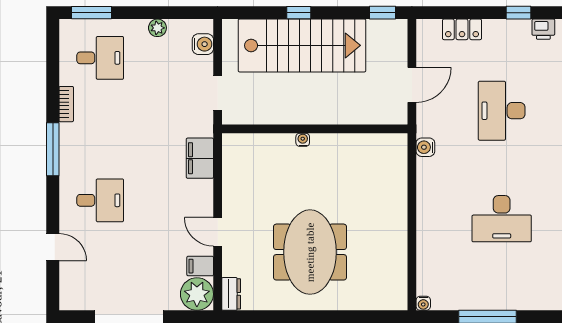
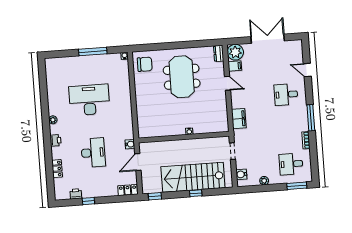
locker: (462, 29) -> (128, 190), moved
water cooler: (425, 147) -> (130, 144), moved
desk: (502, 219) -> (89, 100), width x1.36, depth x1.30
chair: (383, 283) -> (145, 64), added

